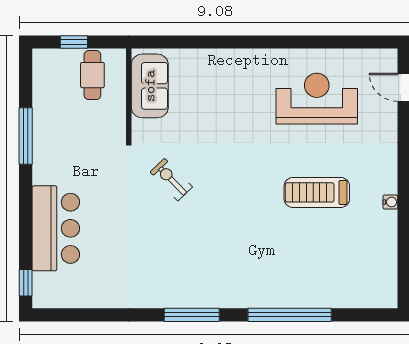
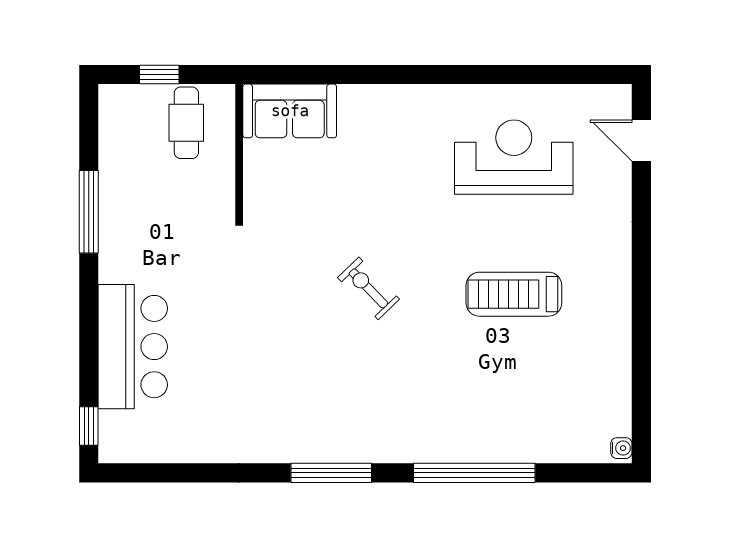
sofa: (150, 86) -> (290, 111), moved, turned 90
exercise bike: (171, 180) -> (369, 288), moved
water cooler: (390, 202) -> (621, 448), moved

